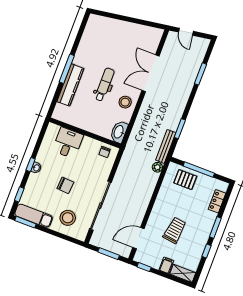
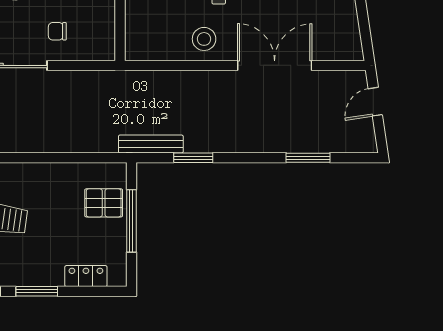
washbasin: (119, 132) -> (145, 48), removed
chair: (105, 152) -> (57, 31), moved
plant: (157, 167) -> (107, 143), removed
pallet: (185, 180) -> (104, 203), turned 90

